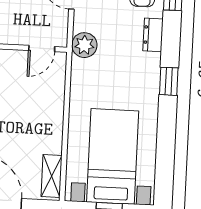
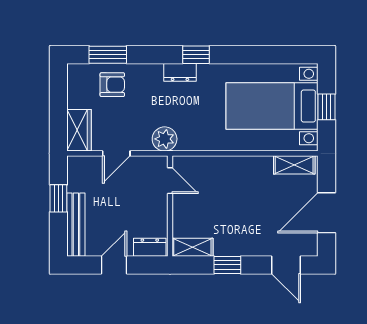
dresser: (153, 35) -> (180, 72), moved

